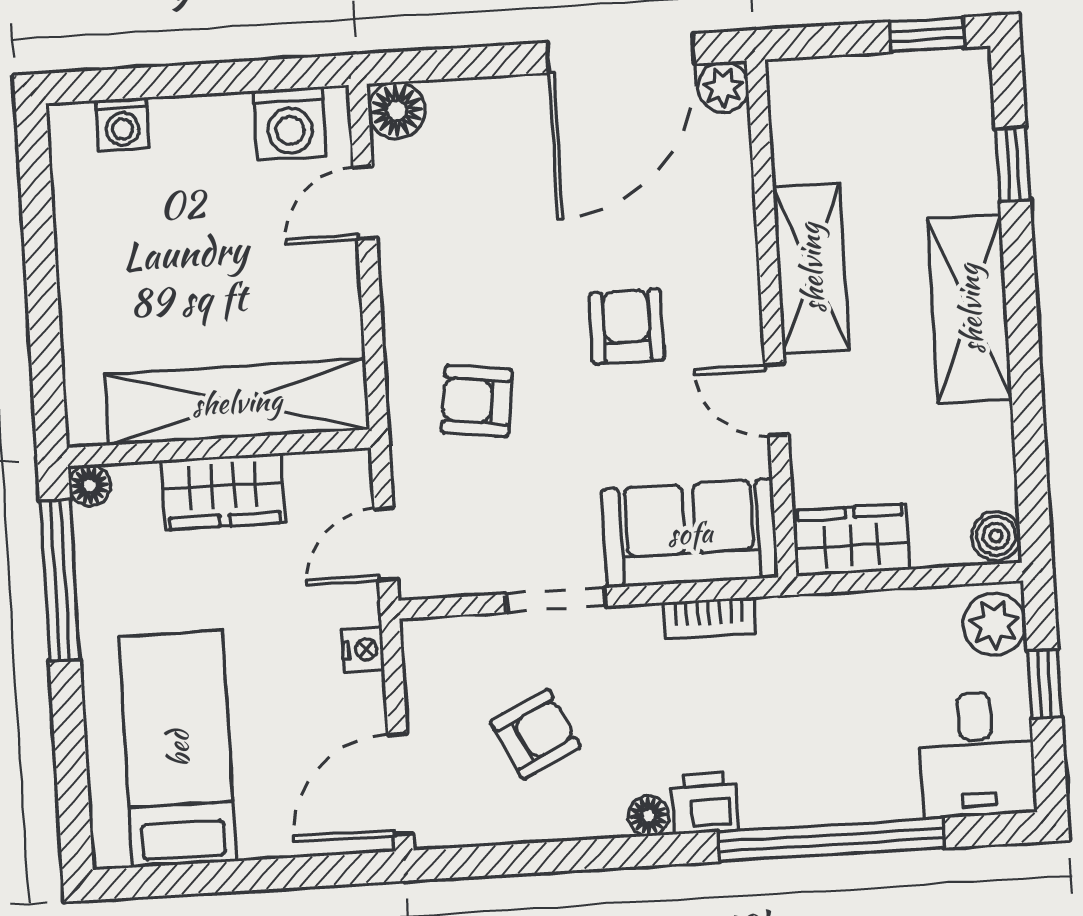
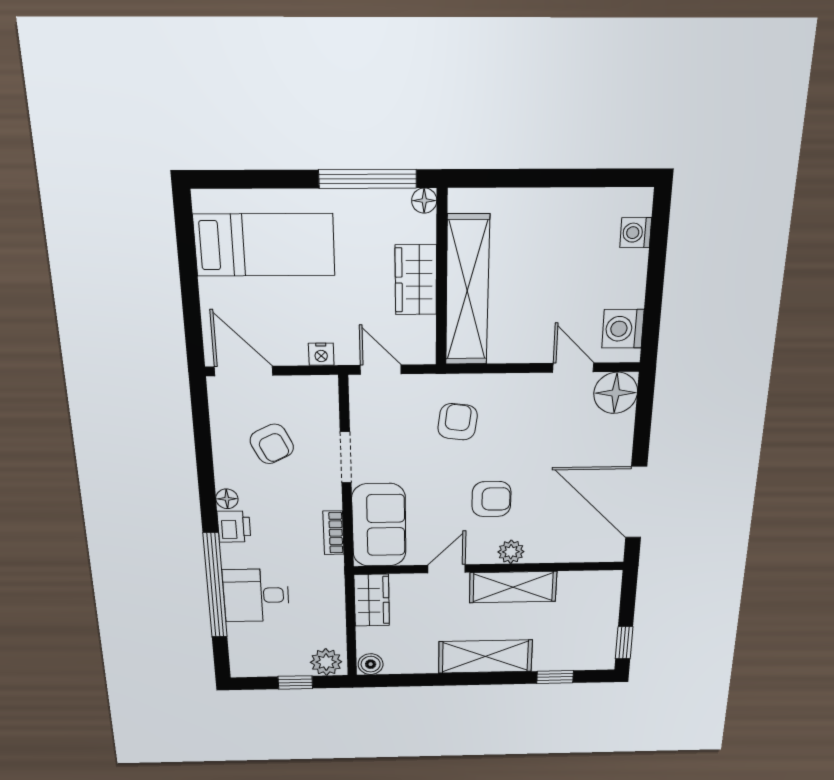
plant: (723, 87) -> (511, 552), moved
floor lamp: (397, 111) -> (616, 393), width x1.38, depth x1.38
desk: (977, 754) -> (256, 595), moved

